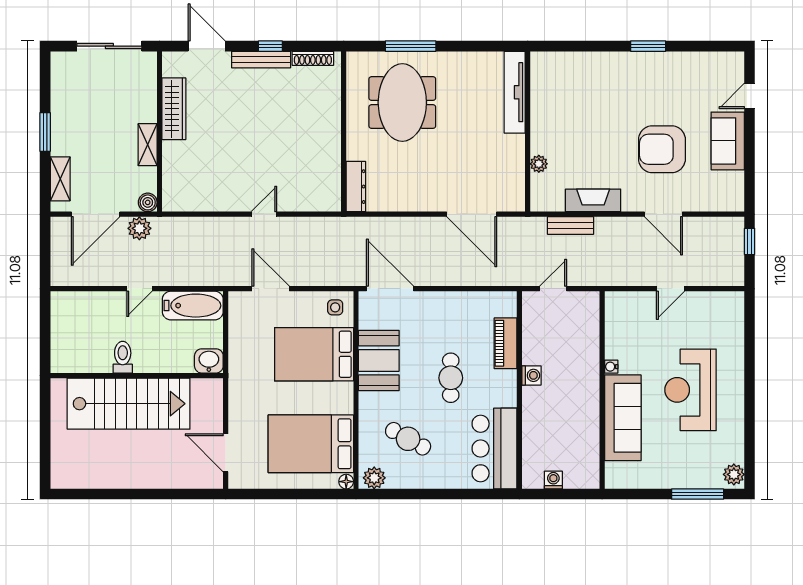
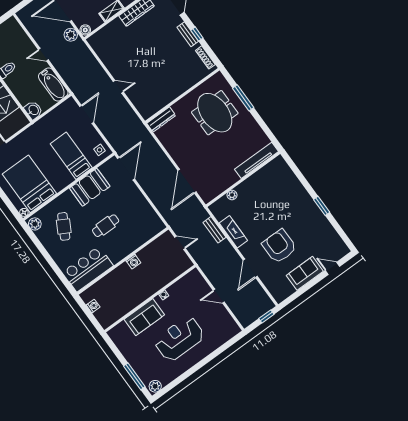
bench: (261, 60) -> (188, 34), width x0.73
meeting table: (402, 103) -> (215, 113), turned 90
piano: (506, 343) -> (139, 239), removed
bed: (314, 354) -> (71, 156), width x0.67
sofa: (623, 418) -> (144, 317), width x0.73

